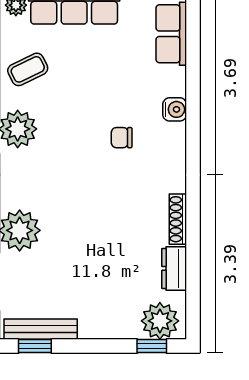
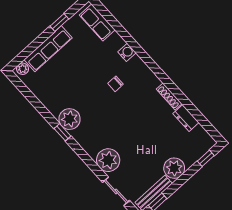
coffee table: (28, 69) -> (51, 91), removed
plant: (160, 321) -> (174, 168), moved

